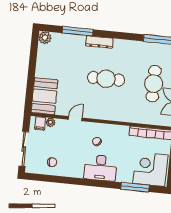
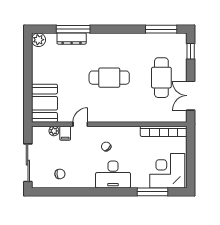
dresser: (99, 42) -> (72, 39), moved
filing cabinet: (40, 123) -> (65, 133), moved

